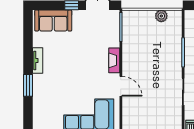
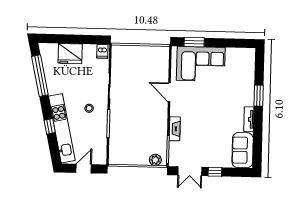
plant: (161, 16) -> (155, 160), moved
sofa: (53, 21) -> (243, 150), moved, turned -90
fireplace: (114, 60) -> (175, 129), moved

